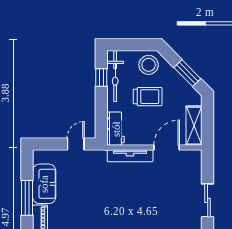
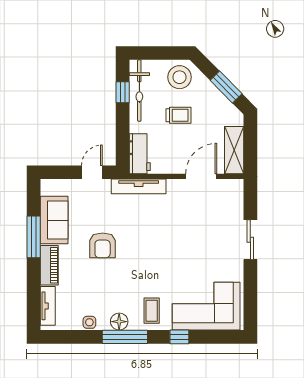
trolley: (148, 97) -> (178, 115), width x0.73, depth x0.72
tv unit: (130, 156) -> (139, 186), moved
armchair: (84, 205) -> (103, 245), added

